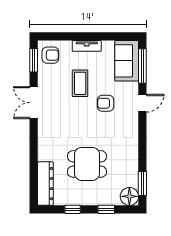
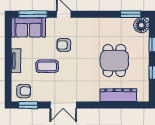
armchair: (50, 55) -> (24, 91), turned 90
armchair: (106, 103) -> (64, 45), turned 90
dresser: (45, 184) -> (118, 95), moved

